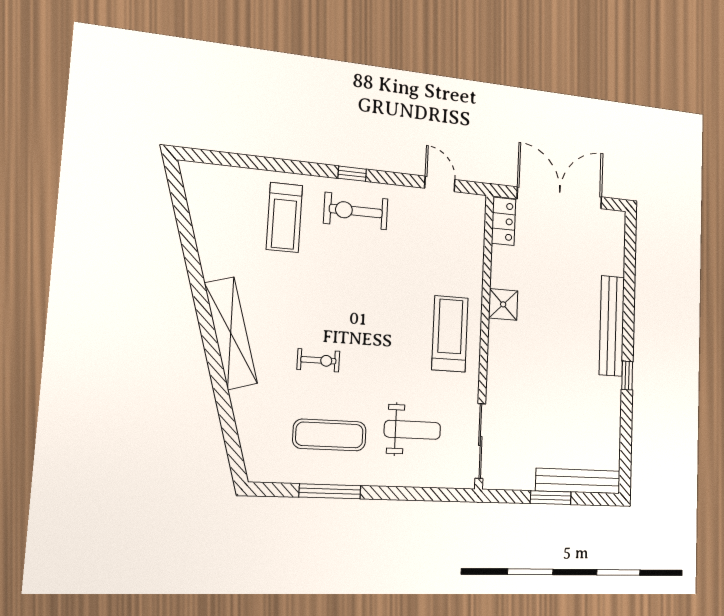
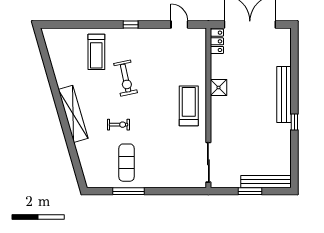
exercise bike: (356, 211) -> (126, 78), moved, turned -102
weight bench: (412, 430) -> (170, 158), removed
exercise mat: (329, 435) -> (127, 163), turned 90

